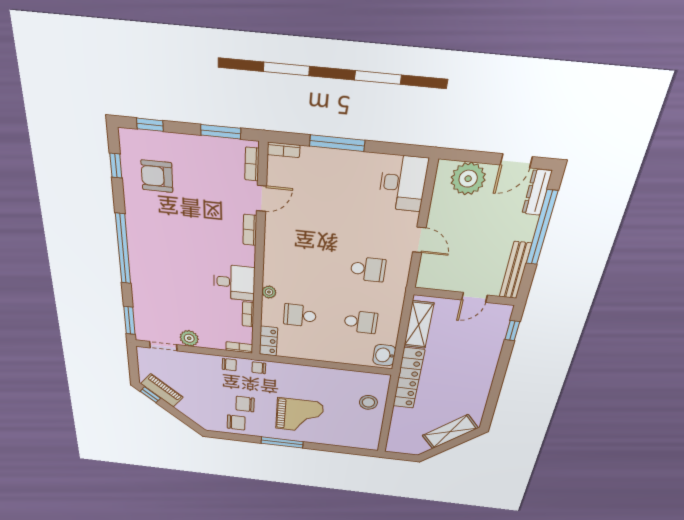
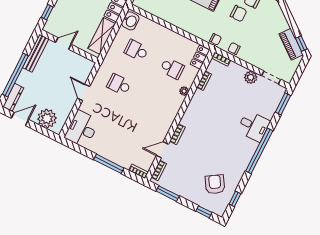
armchair: (157, 176) -> (215, 184), turned -122
desk: (234, 283) -> (254, 126), moved, turned 180

